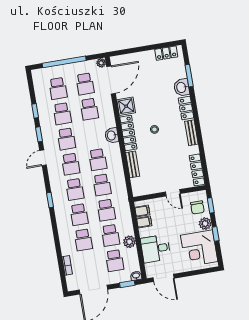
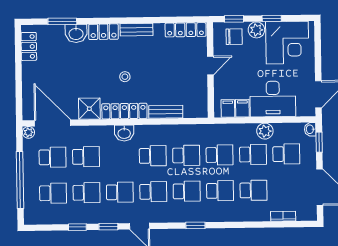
desk: (156, 249) -> (273, 99), width x1.37

